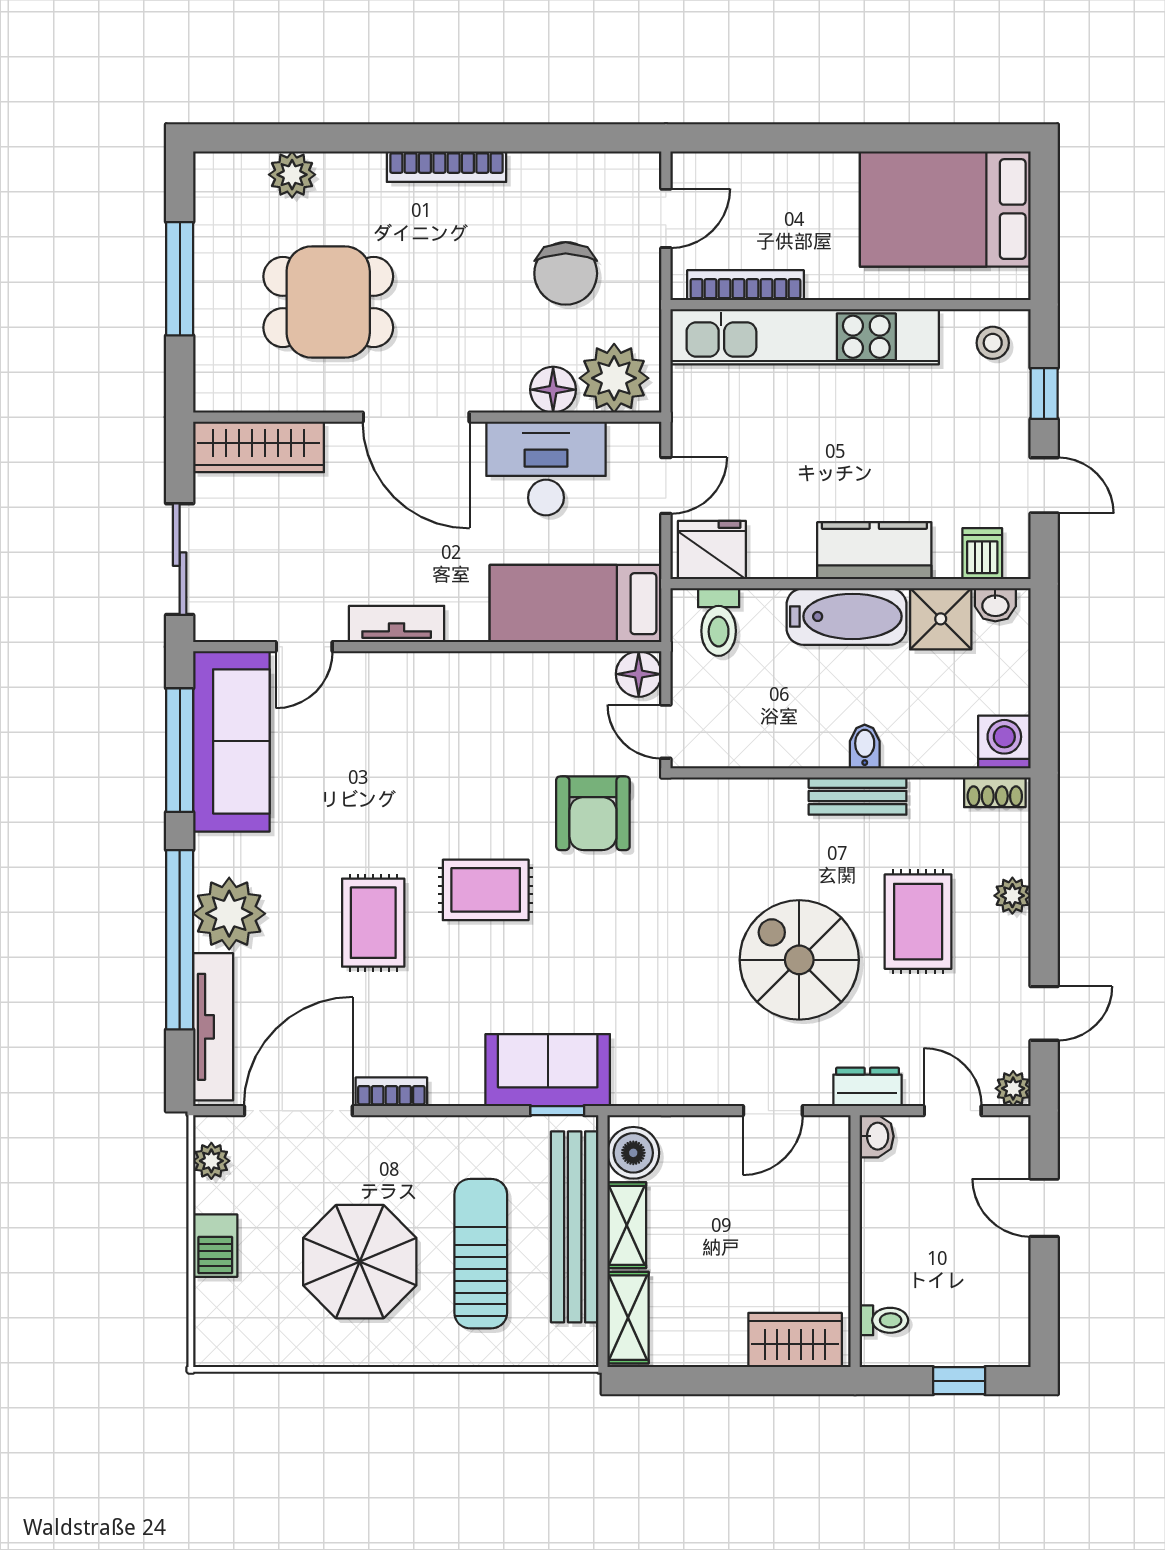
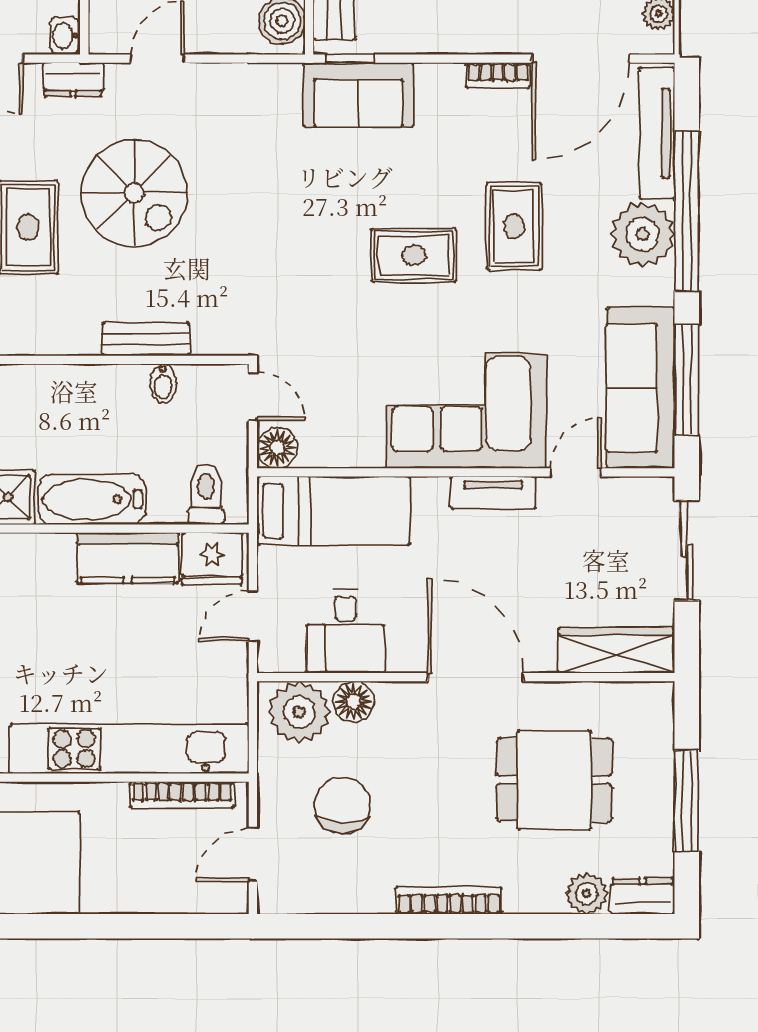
dresser: (229, 172) -> (643, 896), added
desk: (546, 468) -> (345, 631), width x0.73
kitchen counter: (874, 551) -> (128, 558), moved
corner sofa: (427, 715) -> (466, 411), added
bidet: (865, 746) -> (163, 383), moved
bench: (858, 796) -> (146, 339), moved
armchair: (593, 813) -> (318, 324), removed

